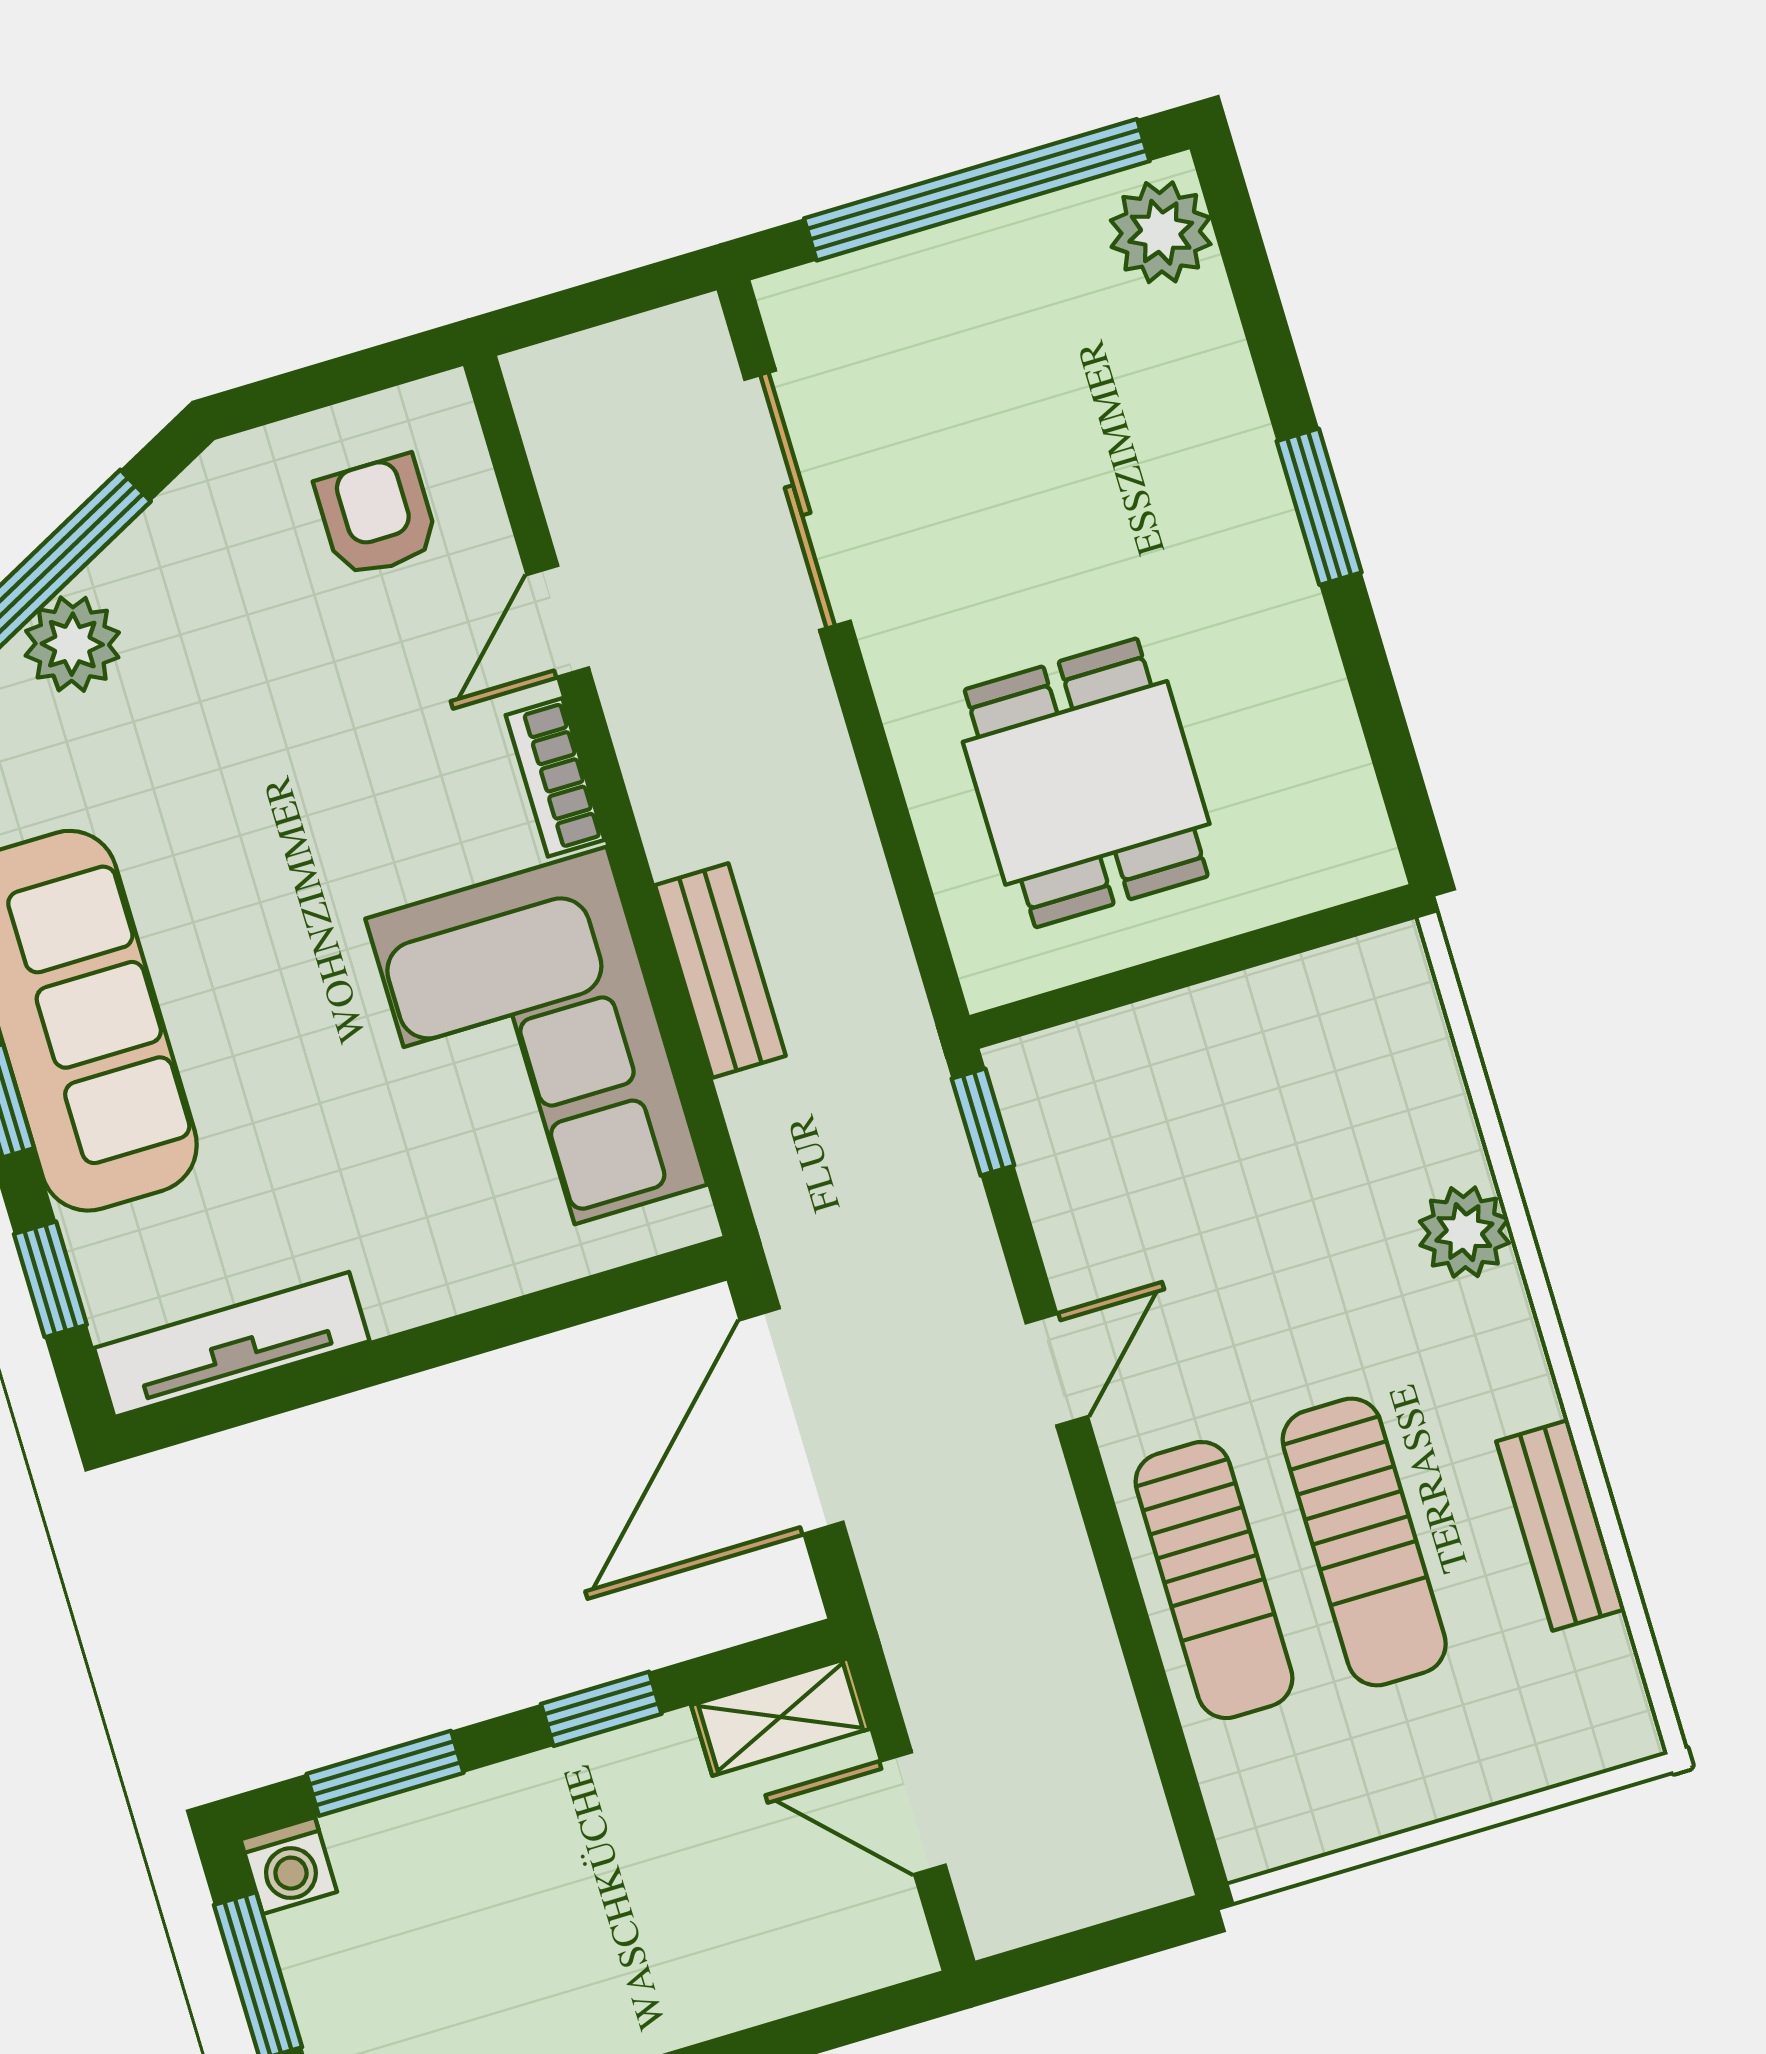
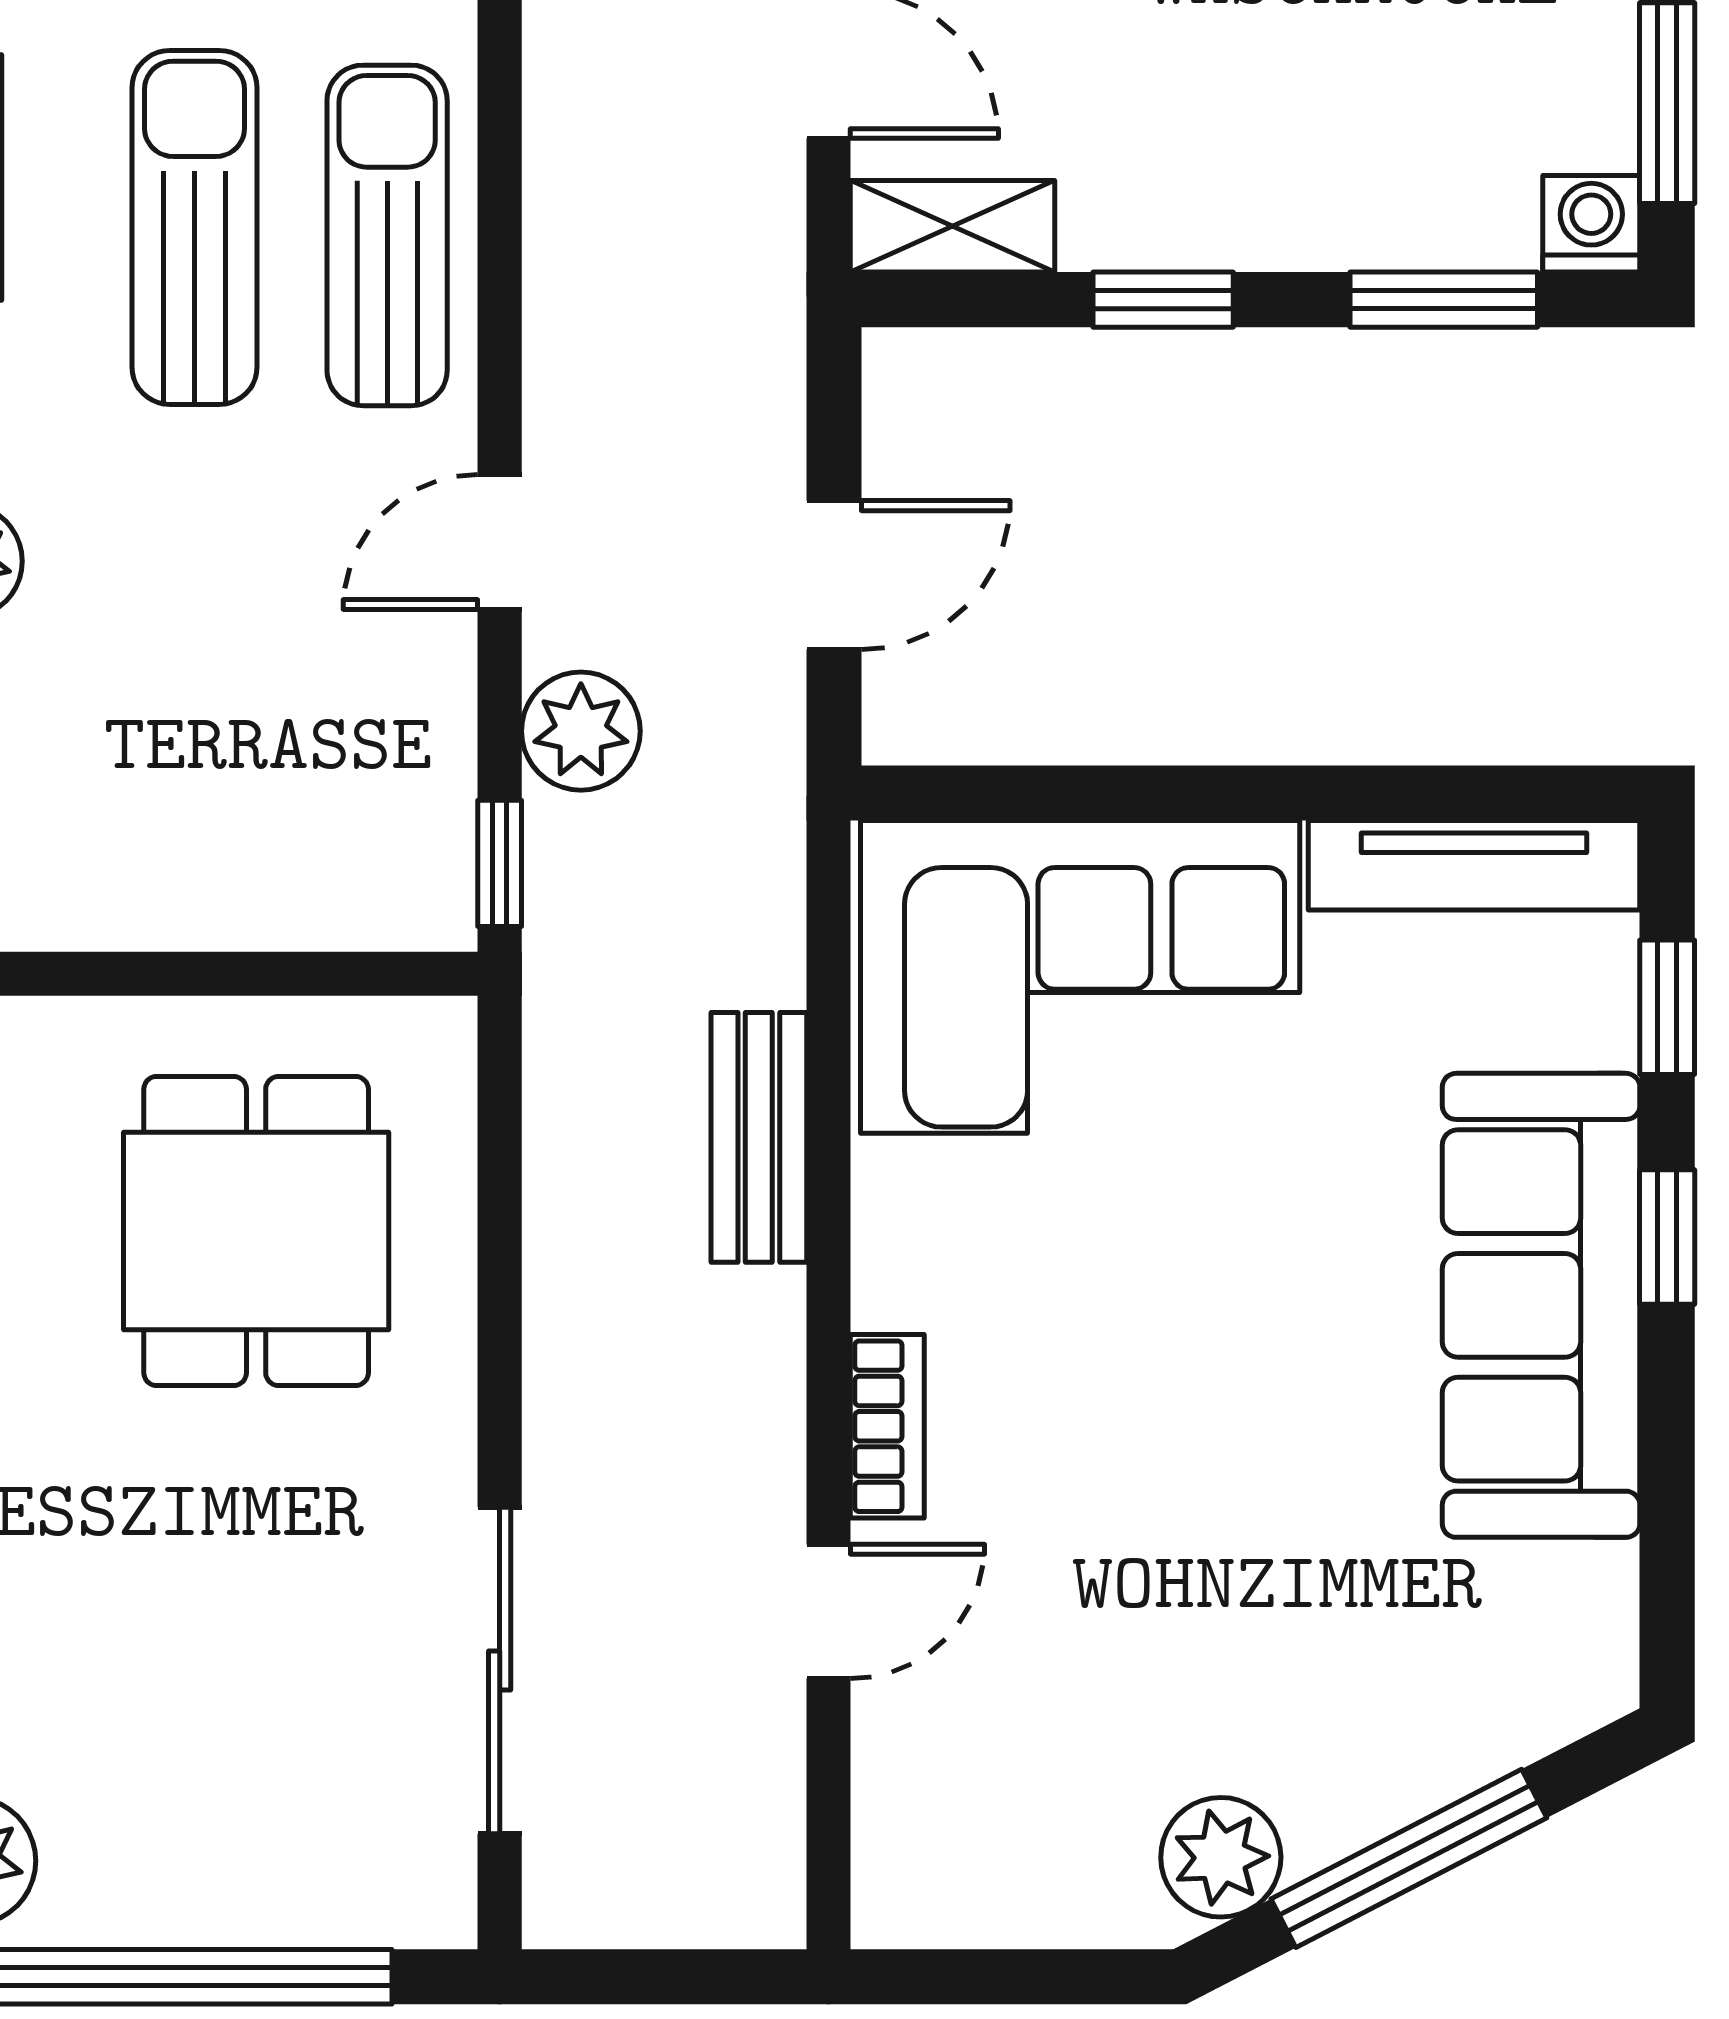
armchair: (377, 516) -> (1007, 1801), removed
plant: (72, 644) -> (1221, 1857), moved
corner sofa: (536, 1052) -> (1080, 977), moved, turned 90
plant: (951, 1243) -> (581, 731), added
door: (792, 1421) -> (834, 575), width x0.53

